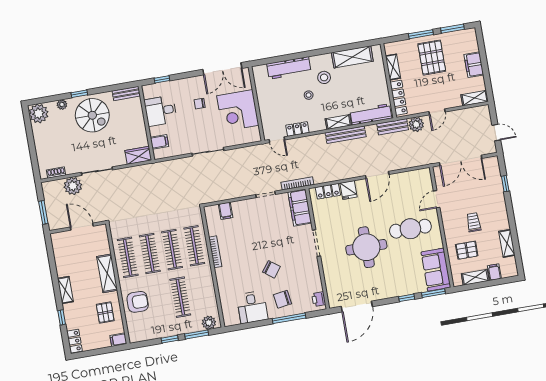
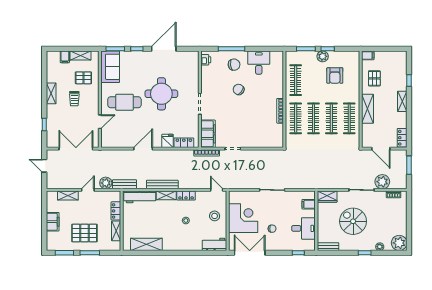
pallet: (432, 58) -> (84, 233), turned 90
workbench: (289, 68) -> (214, 244), moved, width x0.73
stool: (324, 77) -> (215, 216), moved
locker: (399, 98) -> (116, 211), width x0.66
shelving: (475, 98) -> (68, 196), moved
spiral stairs: (92, 115) -> (353, 221), moved
locker: (297, 129) -> (186, 196), moved
filing cabinet: (226, 211) -> (266, 141), removed
shelving: (507, 243) -> (51, 93), moved
clothes rail: (180, 297) -> (296, 80), moved
armchair: (138, 302) -> (335, 75), moved, turned -90
door: (357, 307) -> (164, 49), moved
plant: (209, 323) -> (323, 56), moved
locker: (75, 341) -> (402, 138), moved

